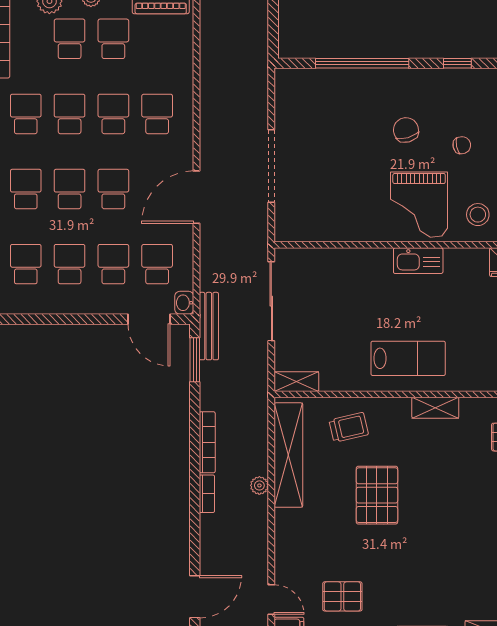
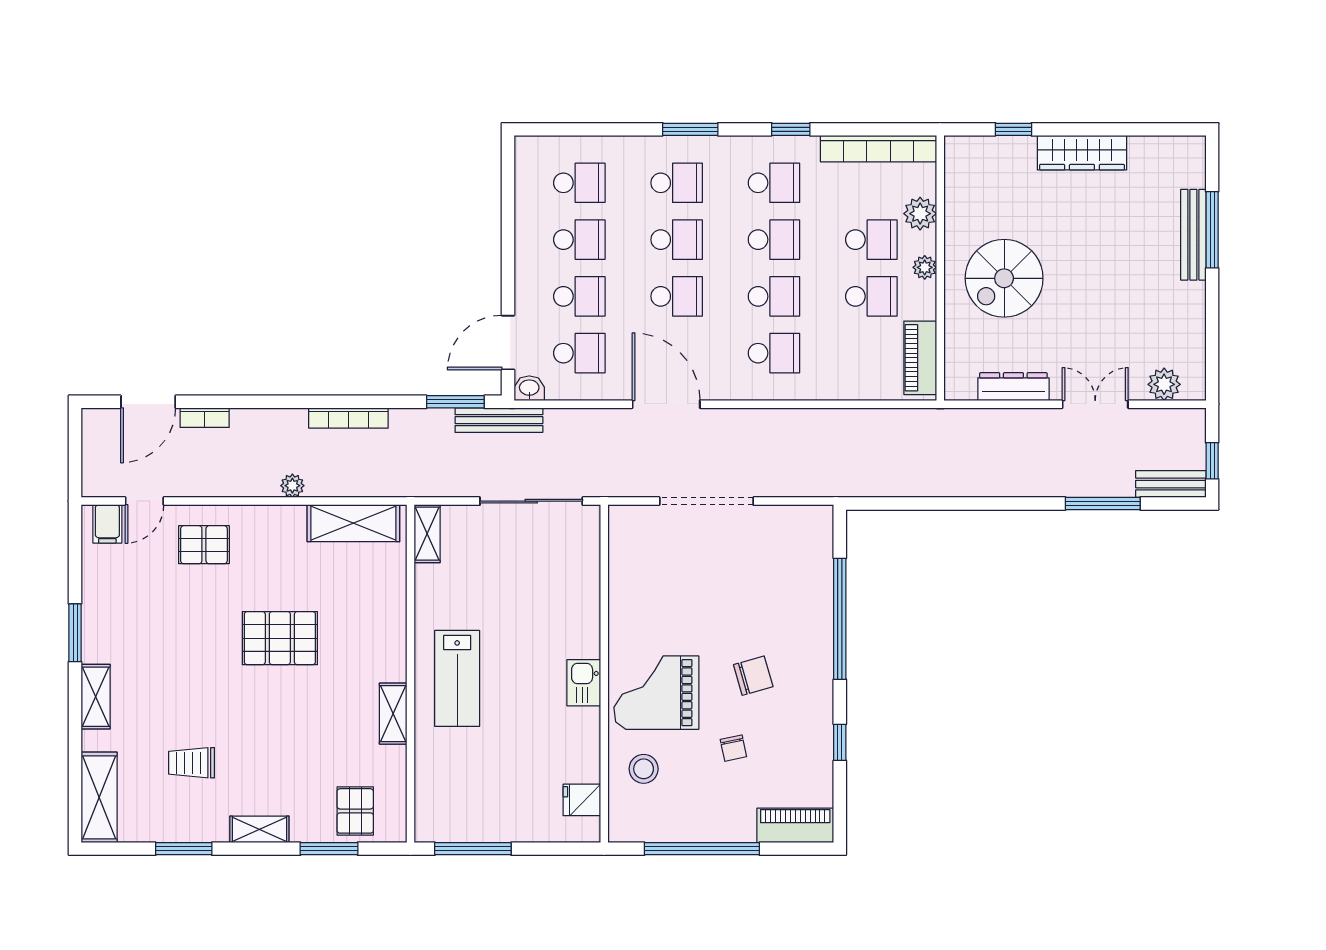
kitchen sink: (418, 261) -> (584, 683), width x0.73
trolley: (349, 427) -> (192, 763), moved, turned 103
shelving: (288, 455) -> (353, 523), width x0.68
bookcase: (207, 494) -> (205, 418), moved
pallet: (342, 596) -> (204, 545), moved, turned 90
door: (195, 597) -> (148, 402), hinge flipped

